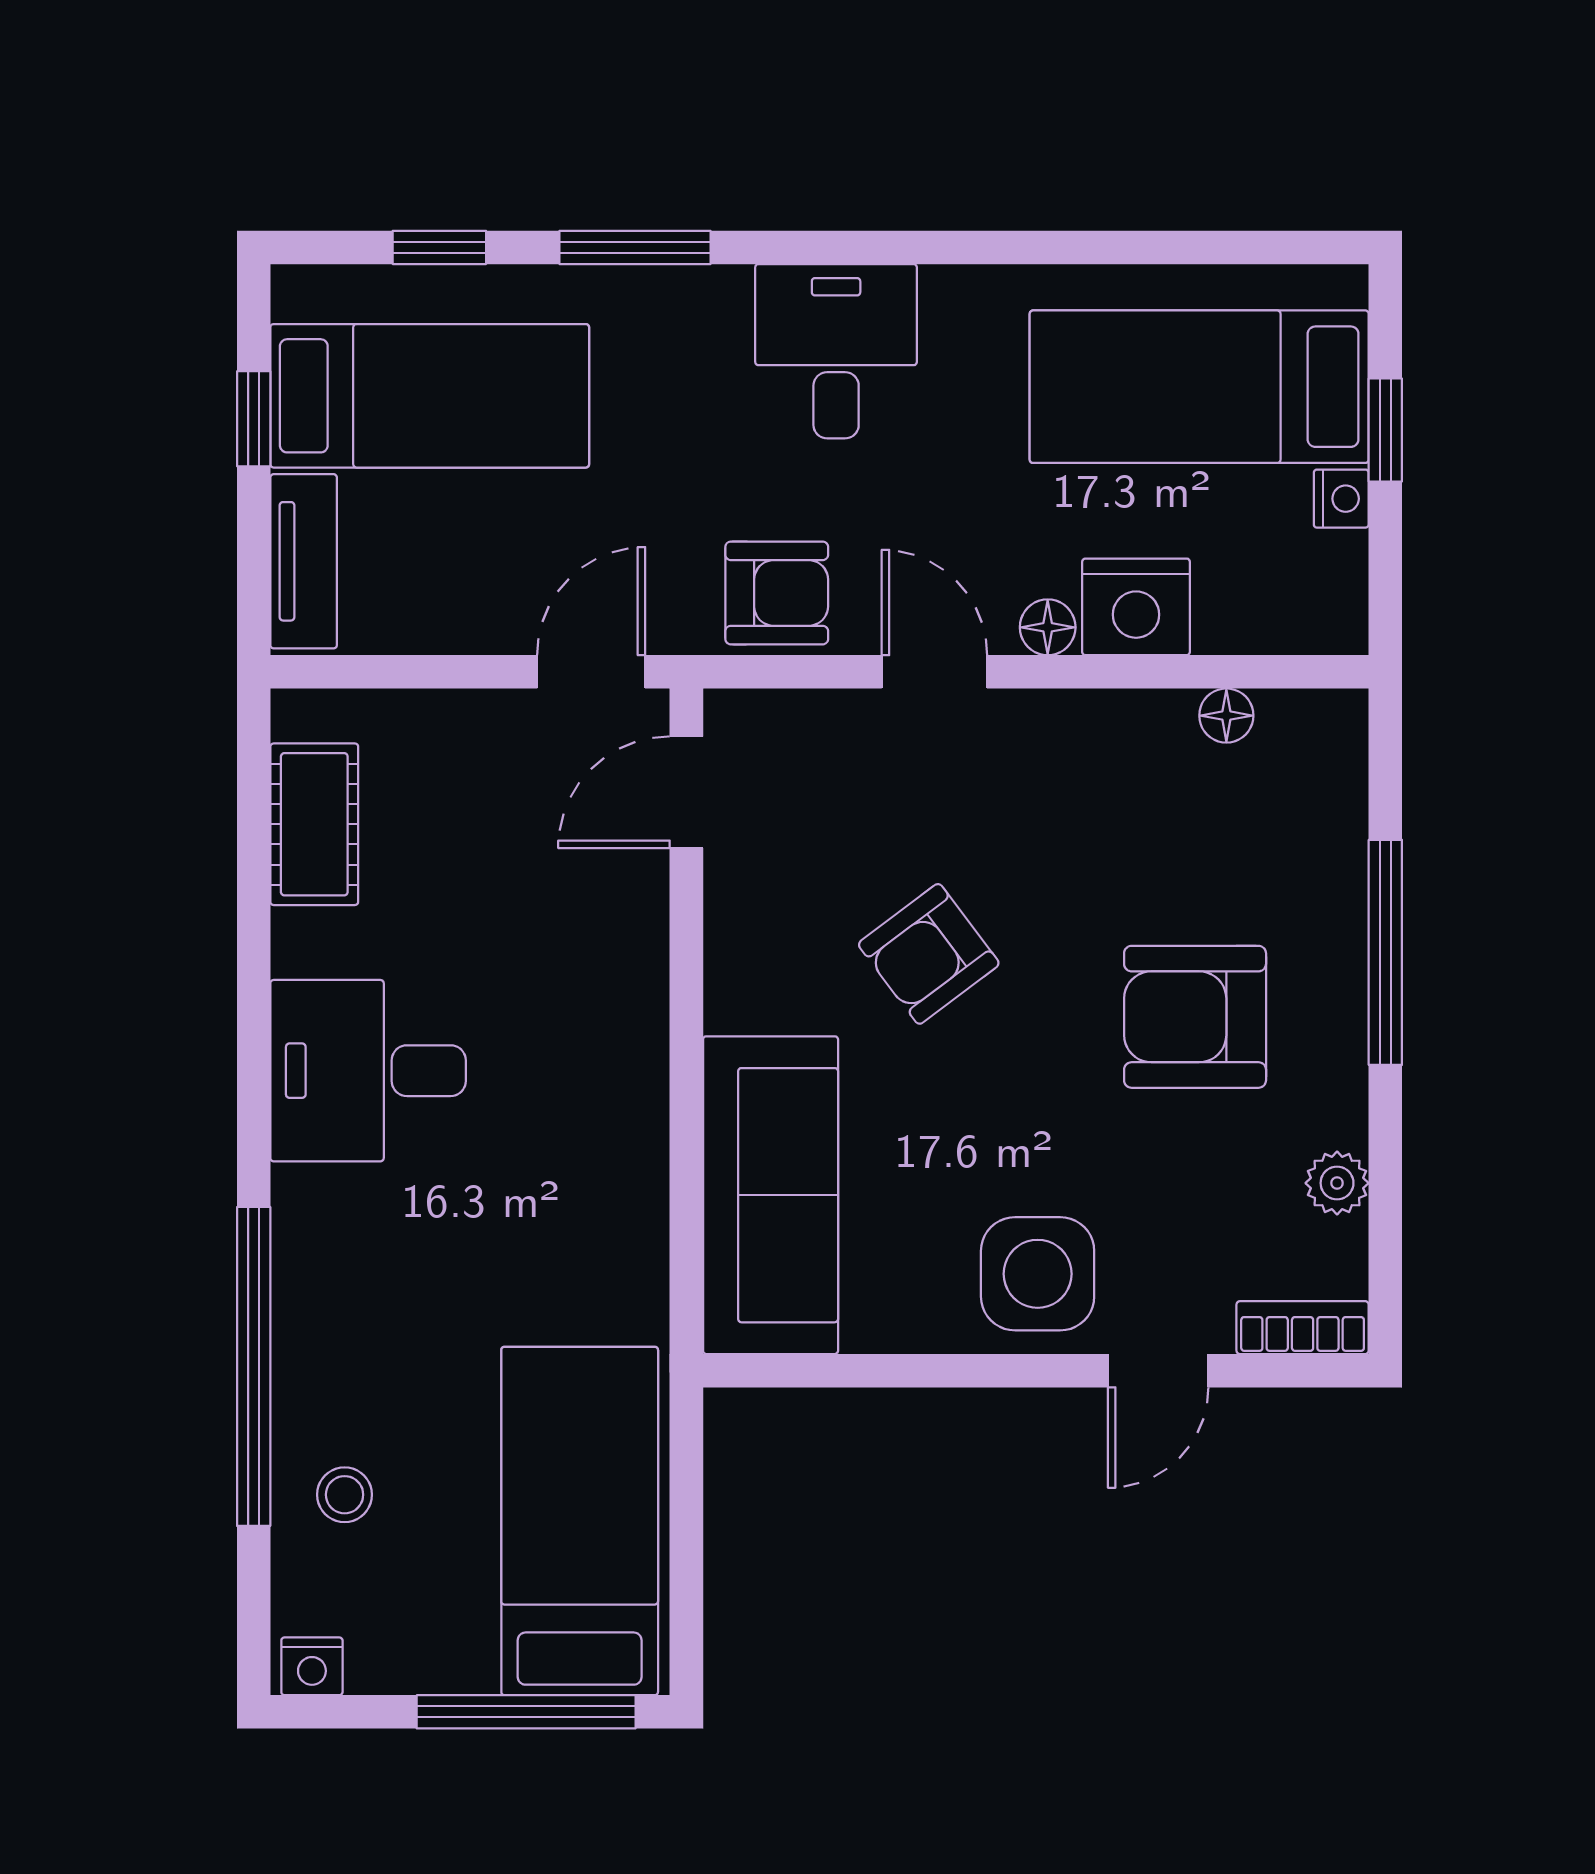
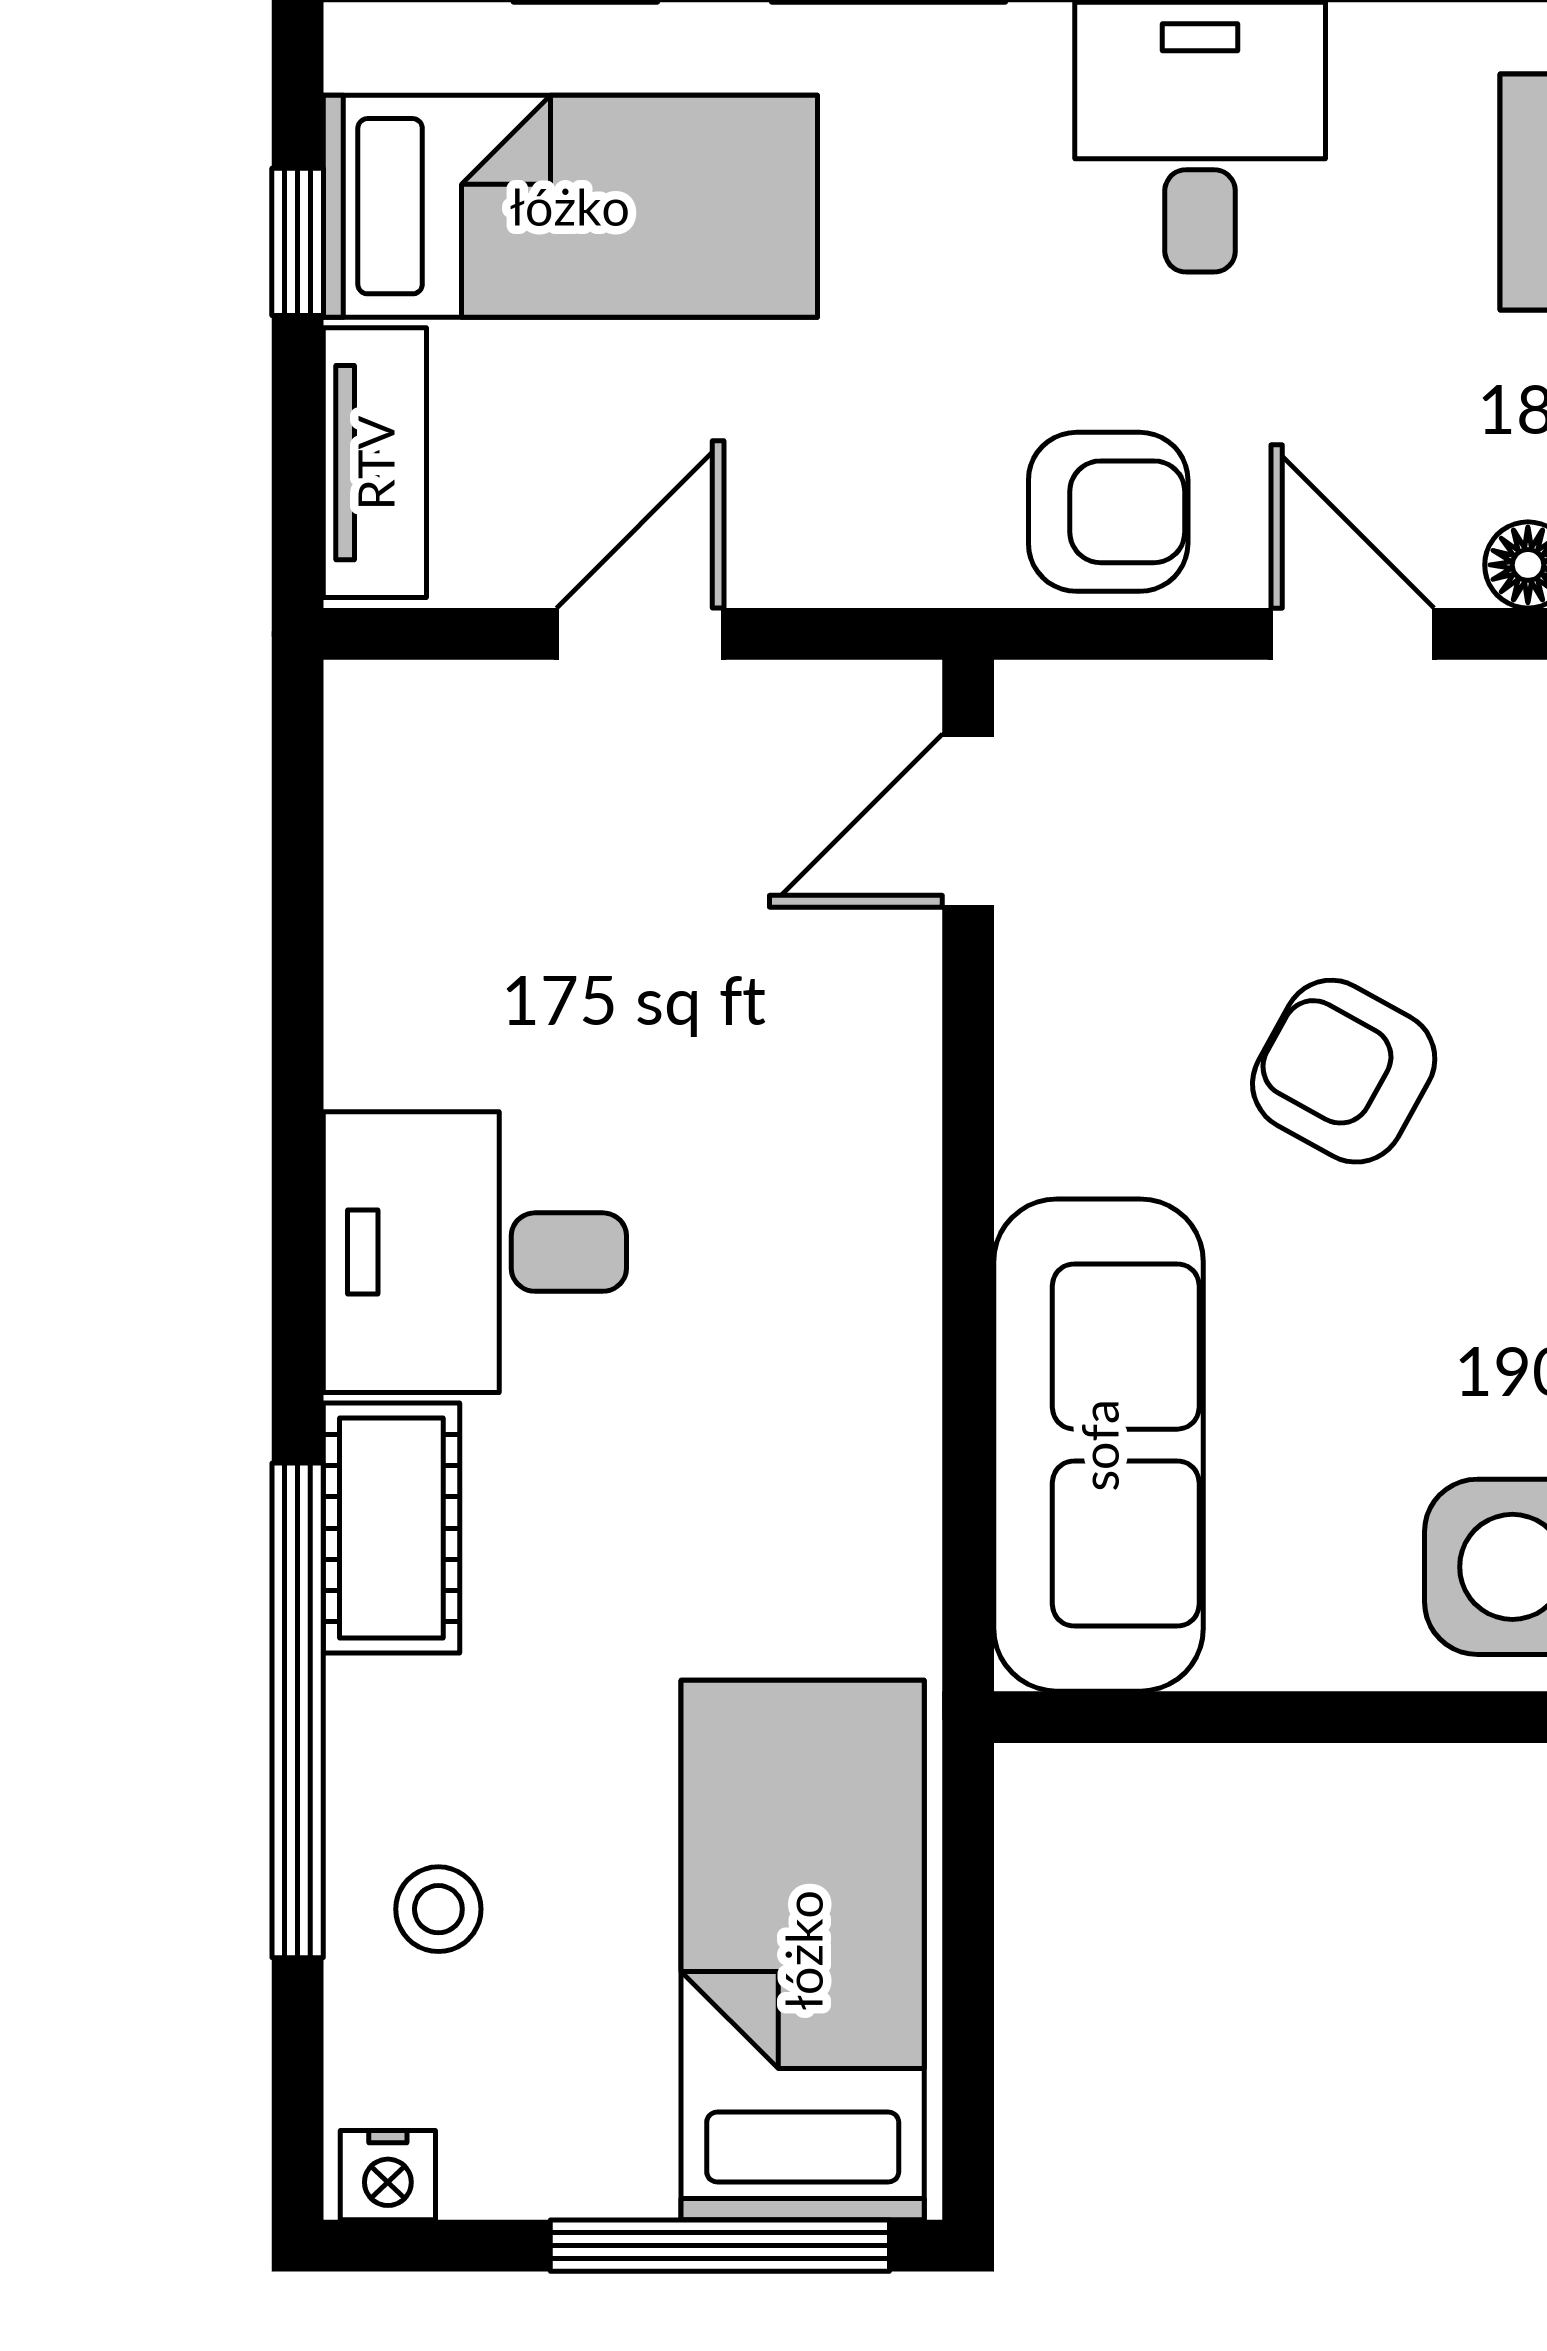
door: (591, 672) -> (640, 634), moved
cot: (314, 824) -> (391, 1528), moved
armchair: (929, 954) -> (1344, 1071), turned 66

